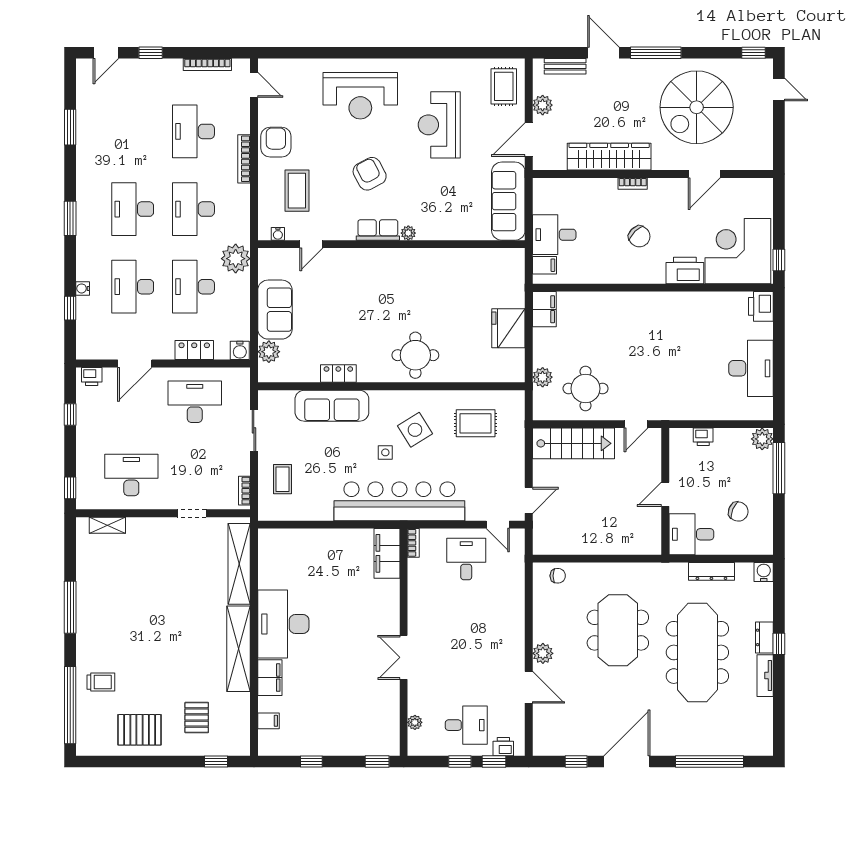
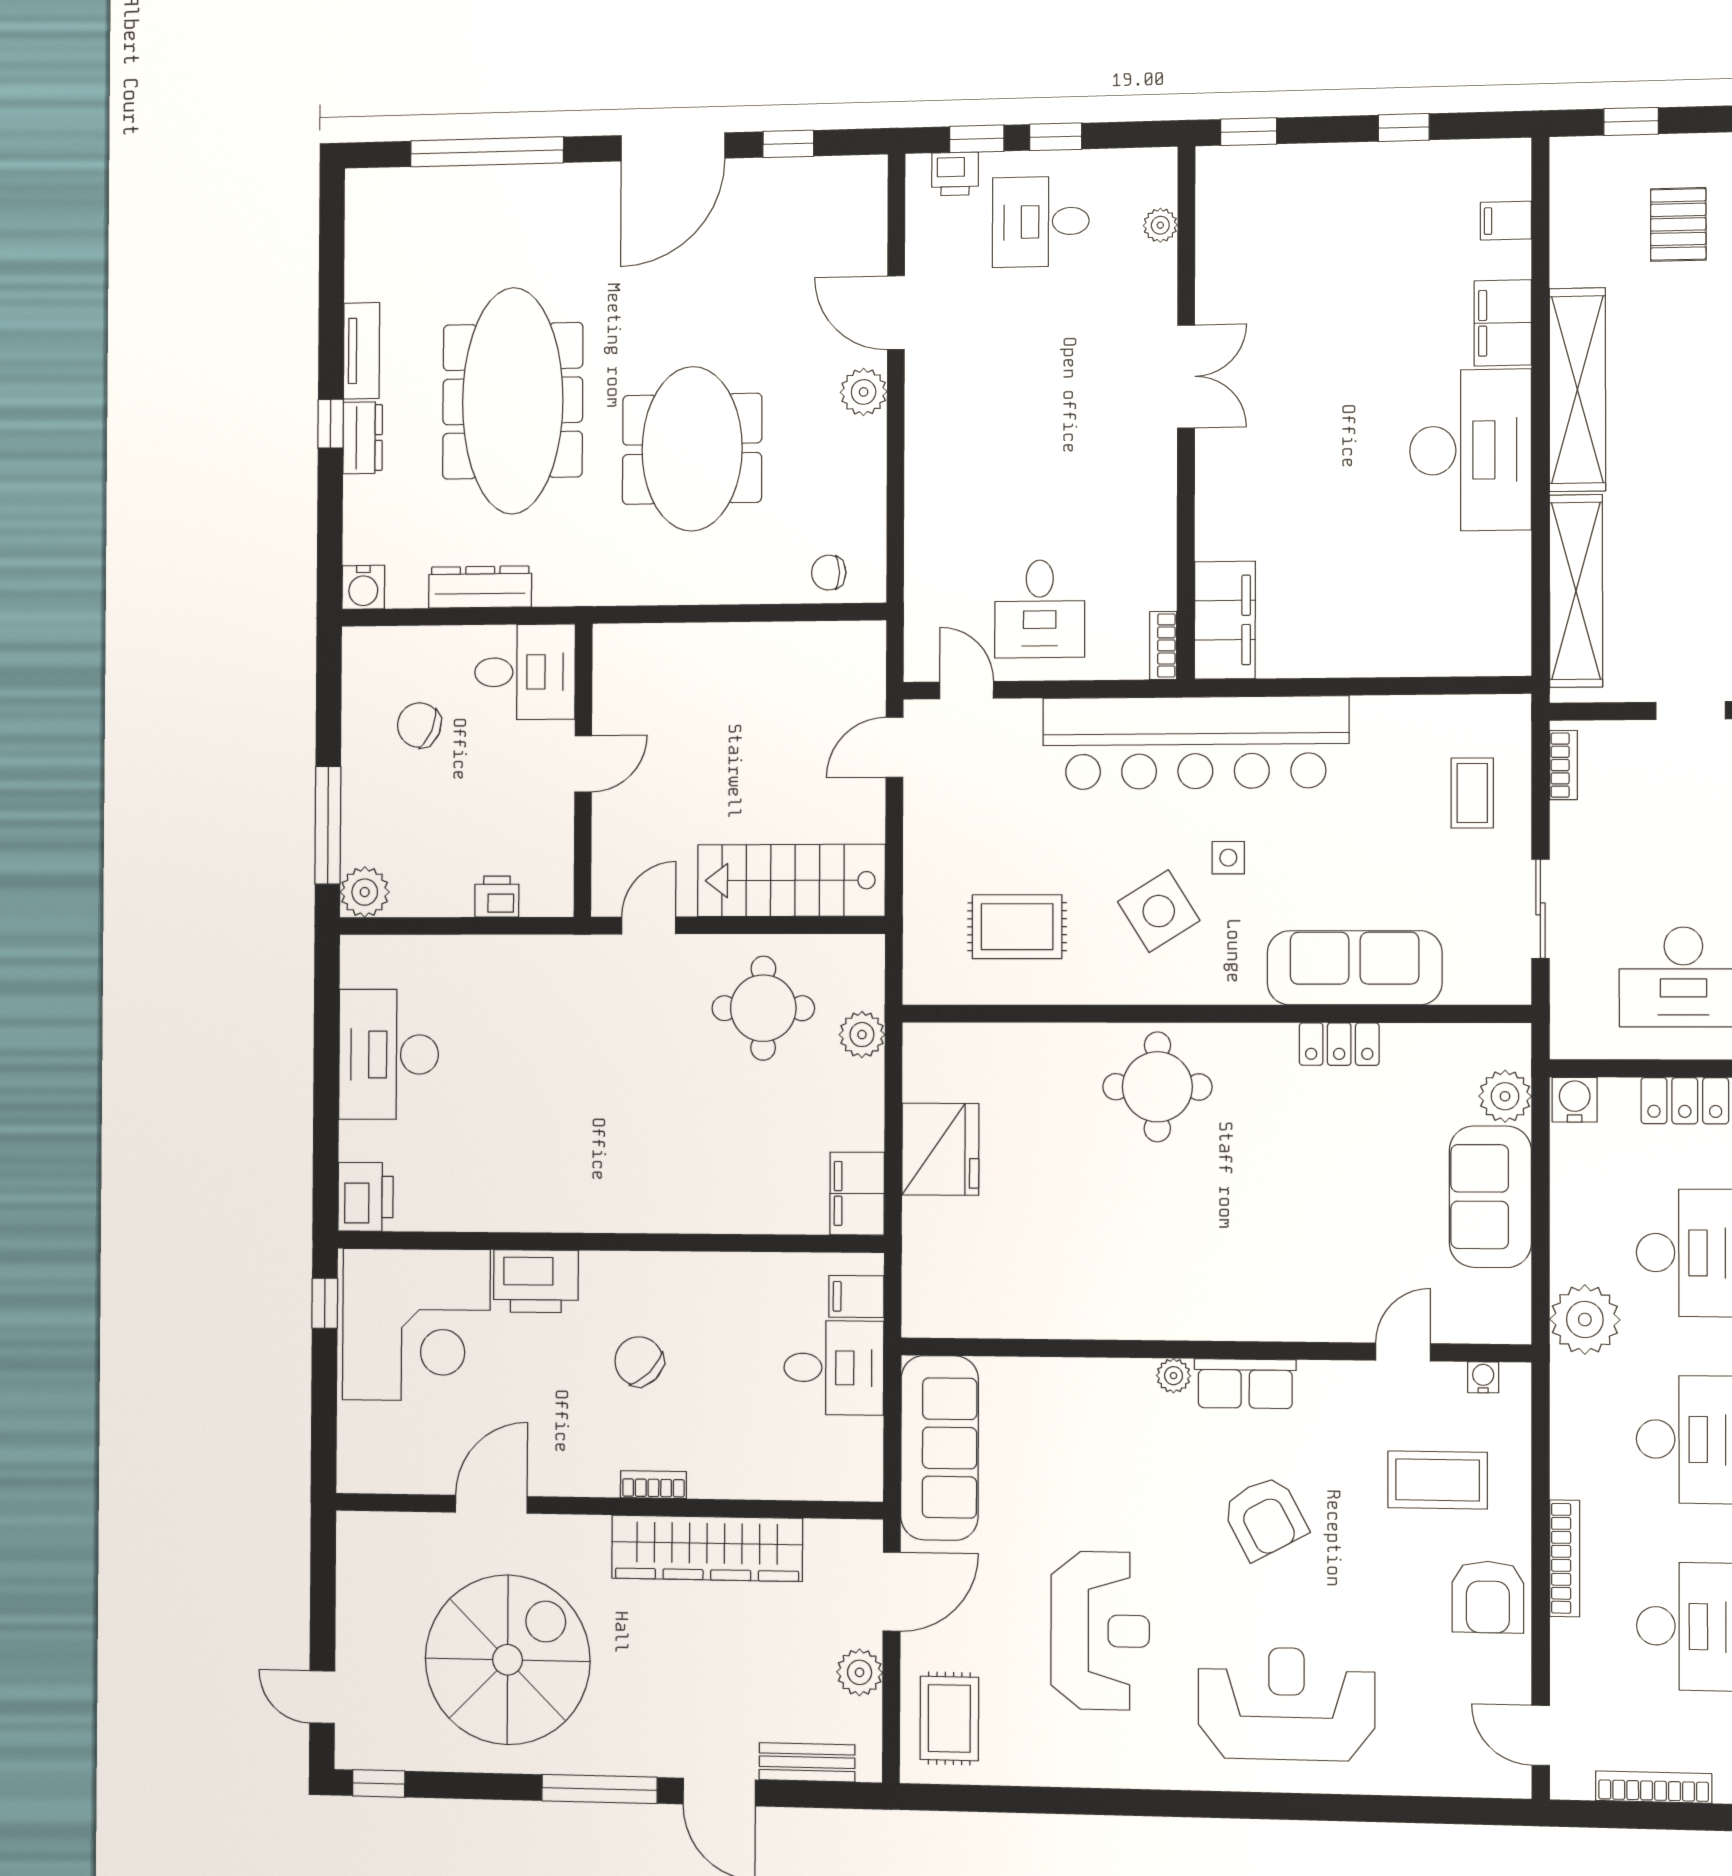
coffee table: (297, 191) -> (1438, 1480), turned 90

